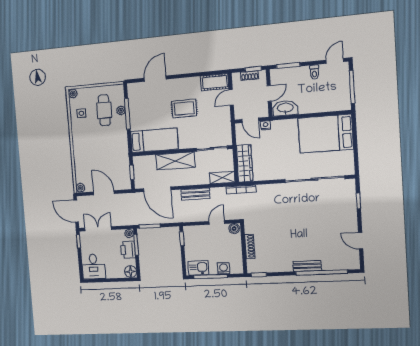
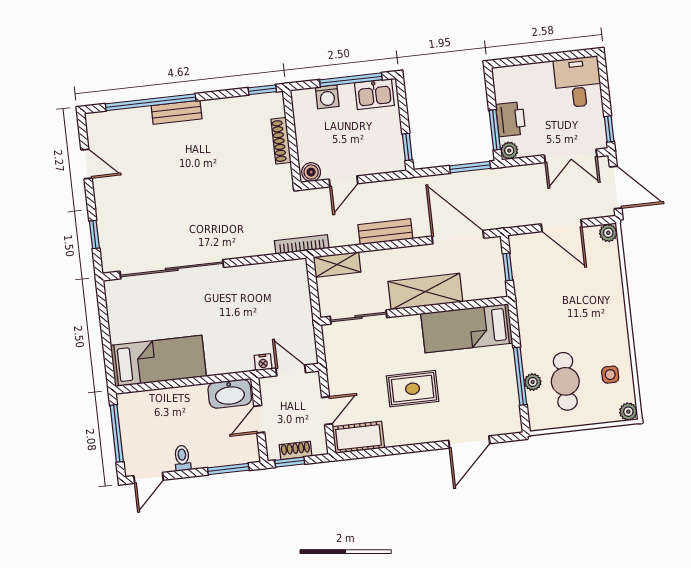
bed: (326, 134) -> (158, 361), width x0.67
wardrobe: (245, 163) -> (297, 292), removed
floor lamp: (131, 272) -> (504, 78), removed

